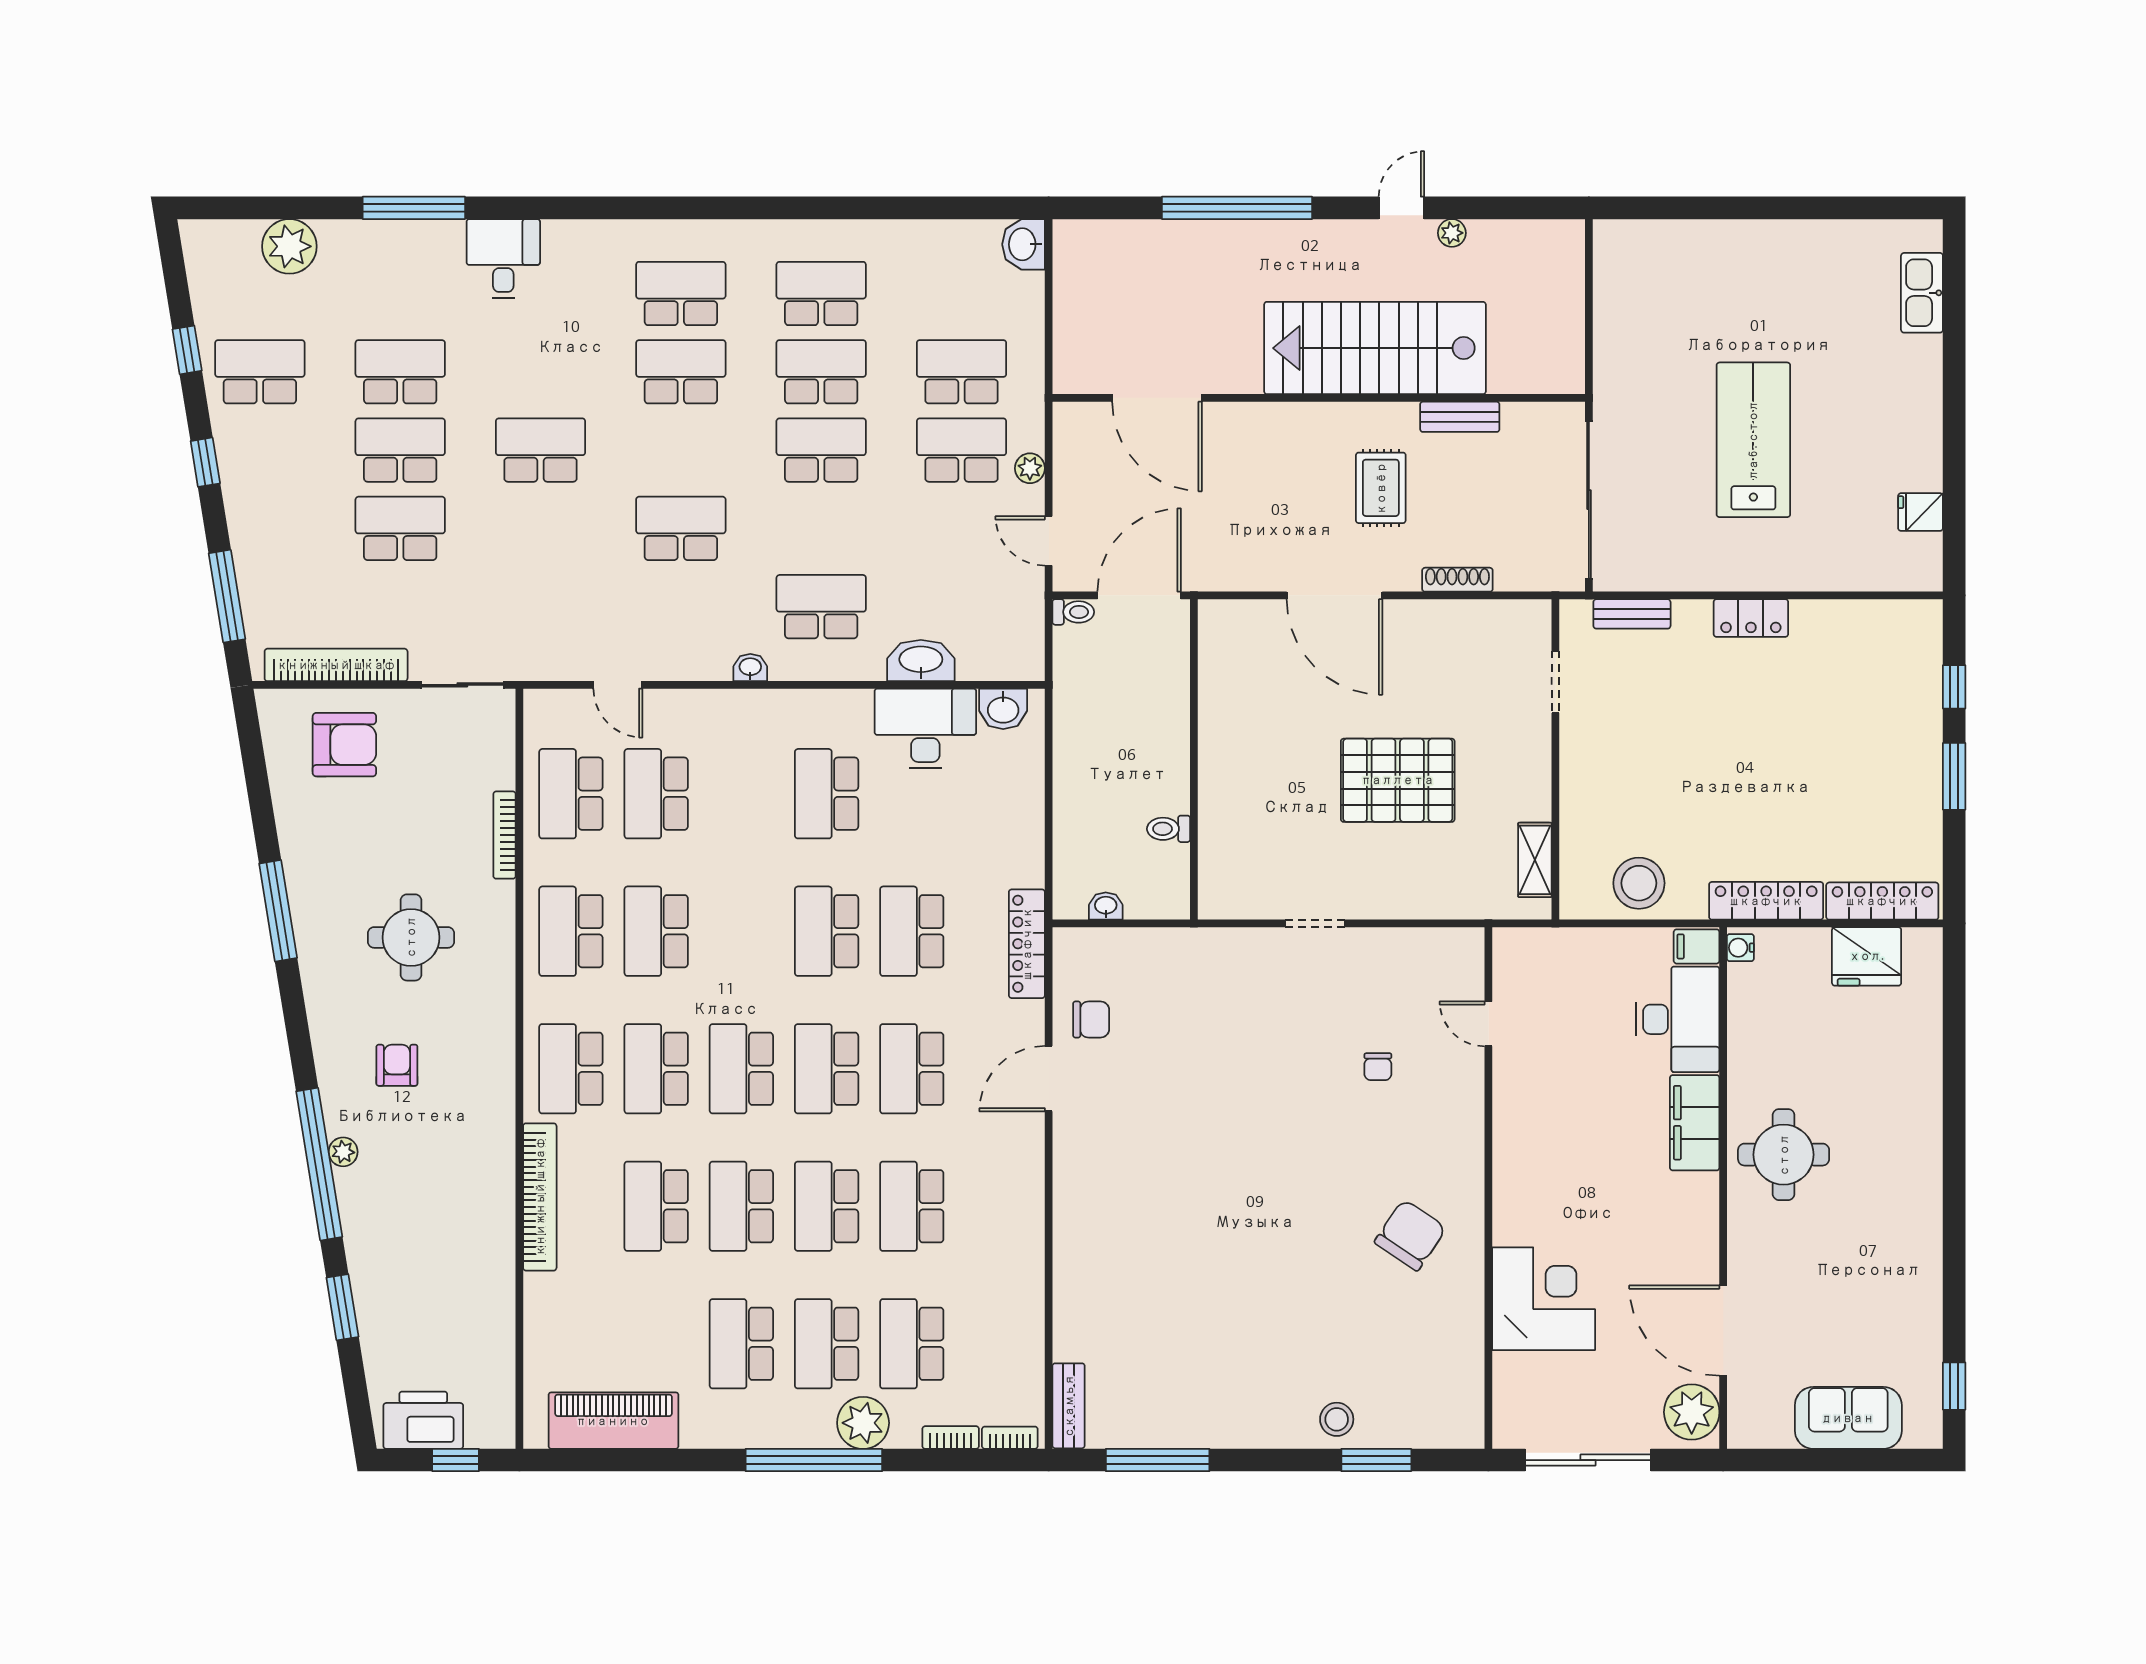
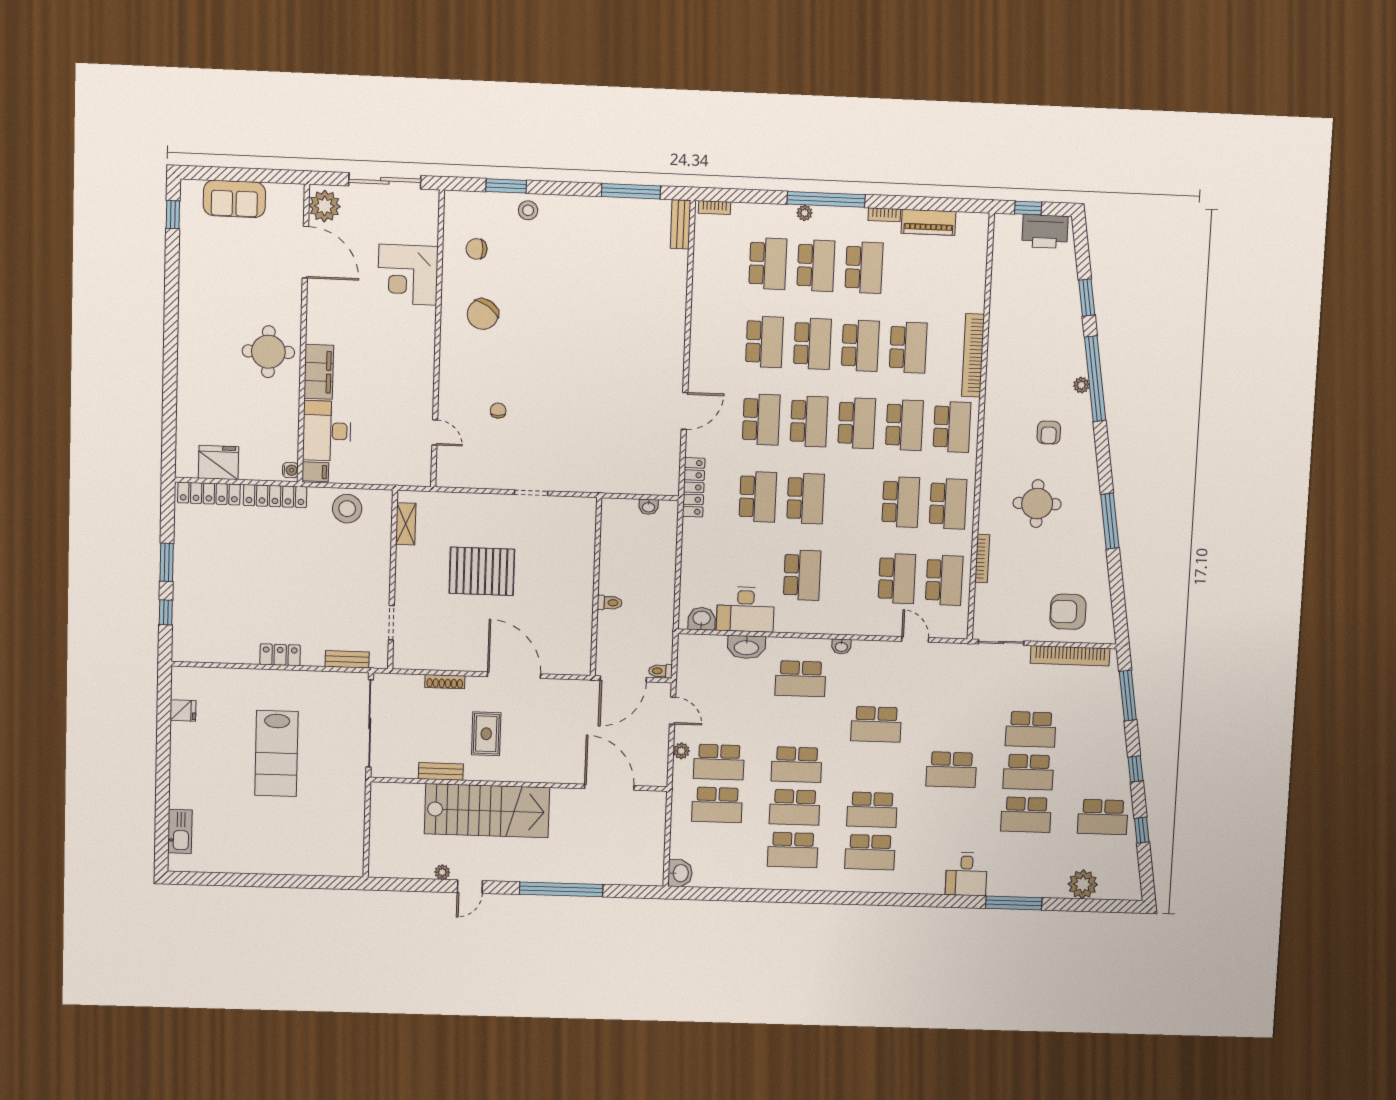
toilet: (1169, 829) -> (610, 603), moved
chair: (1091, 1019) -> (477, 249), moved
piano: (613, 1421) -> (929, 222), width x0.73, depth x0.75
plant: (863, 1423) -> (805, 213), width x0.53, depth x0.53
bookcase: (951, 1438) -> (884, 215), moved

